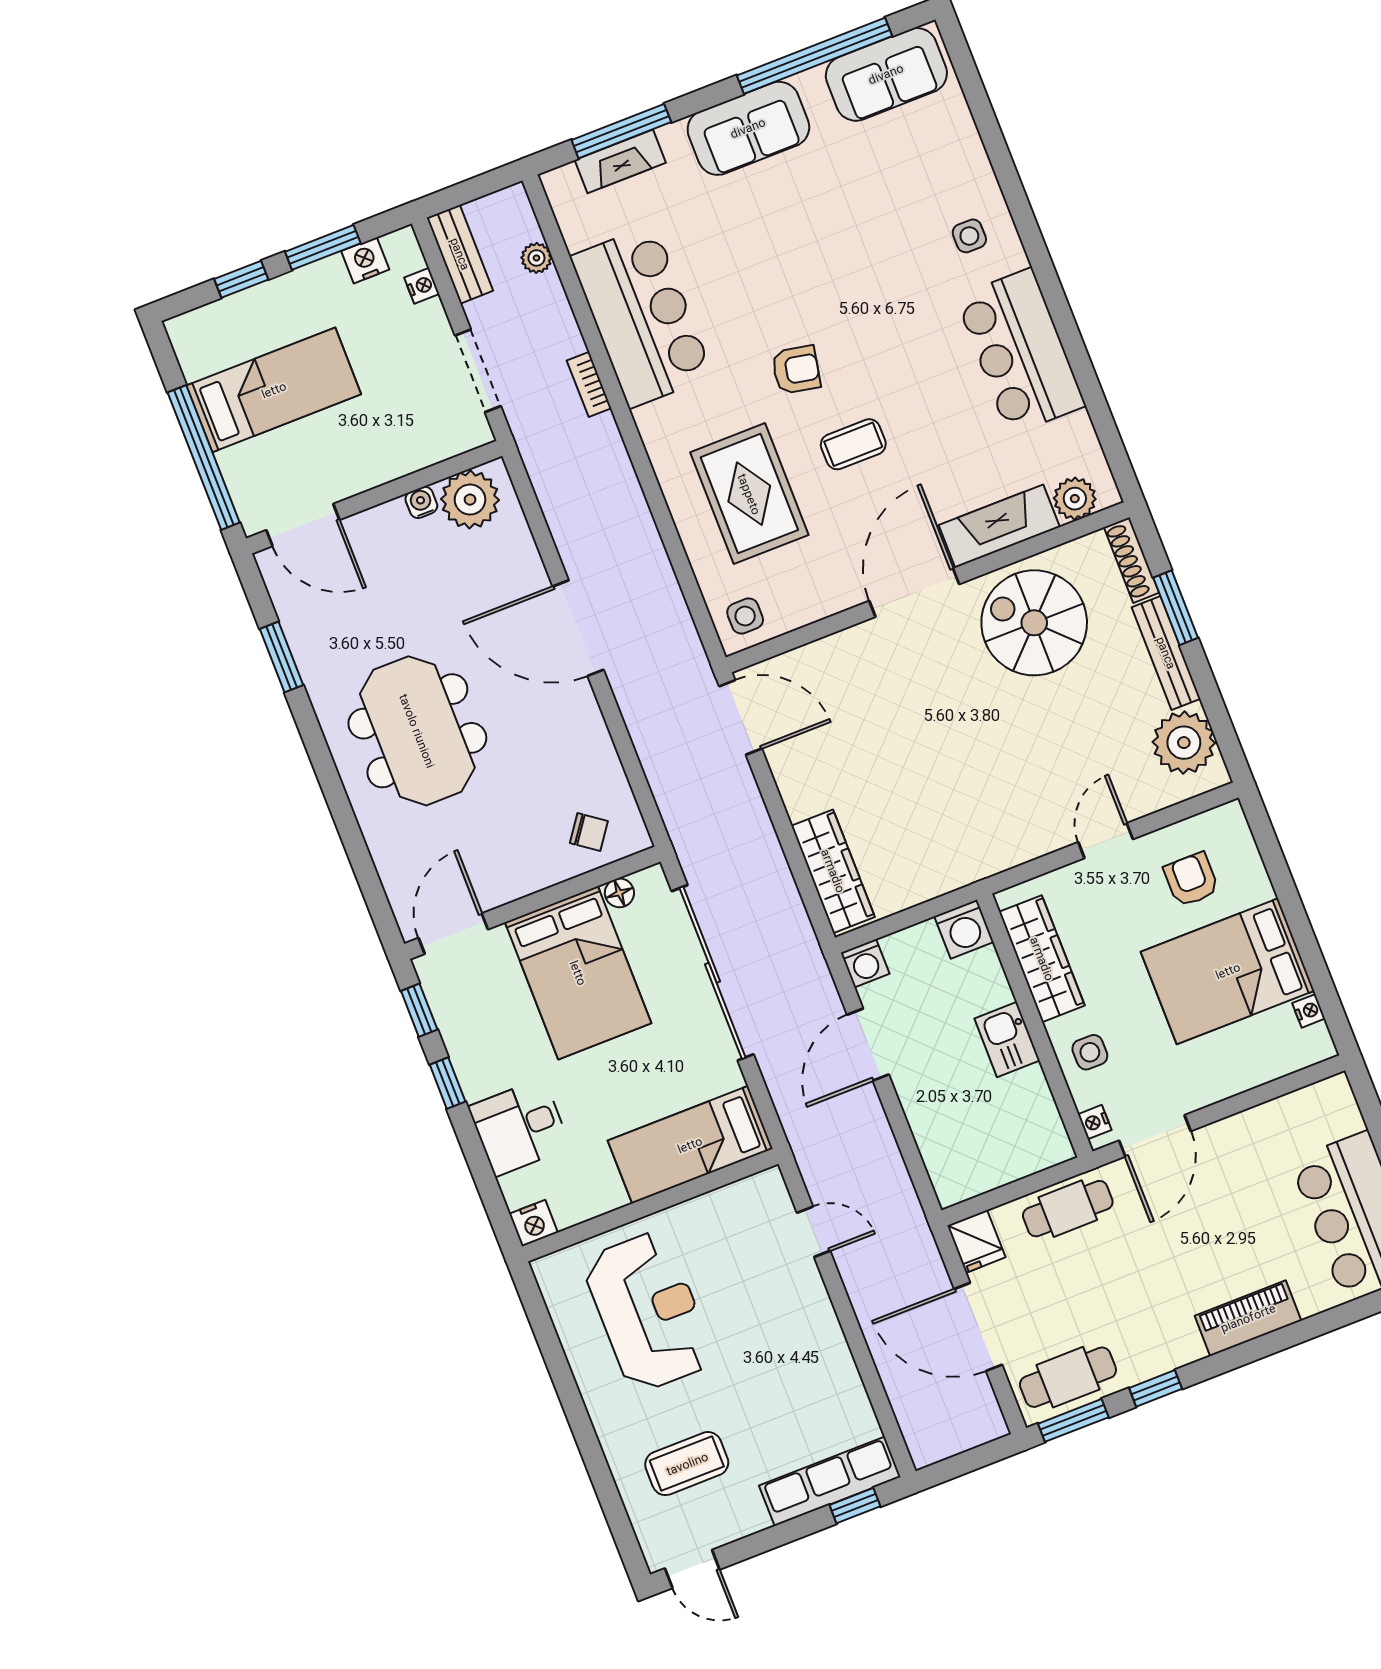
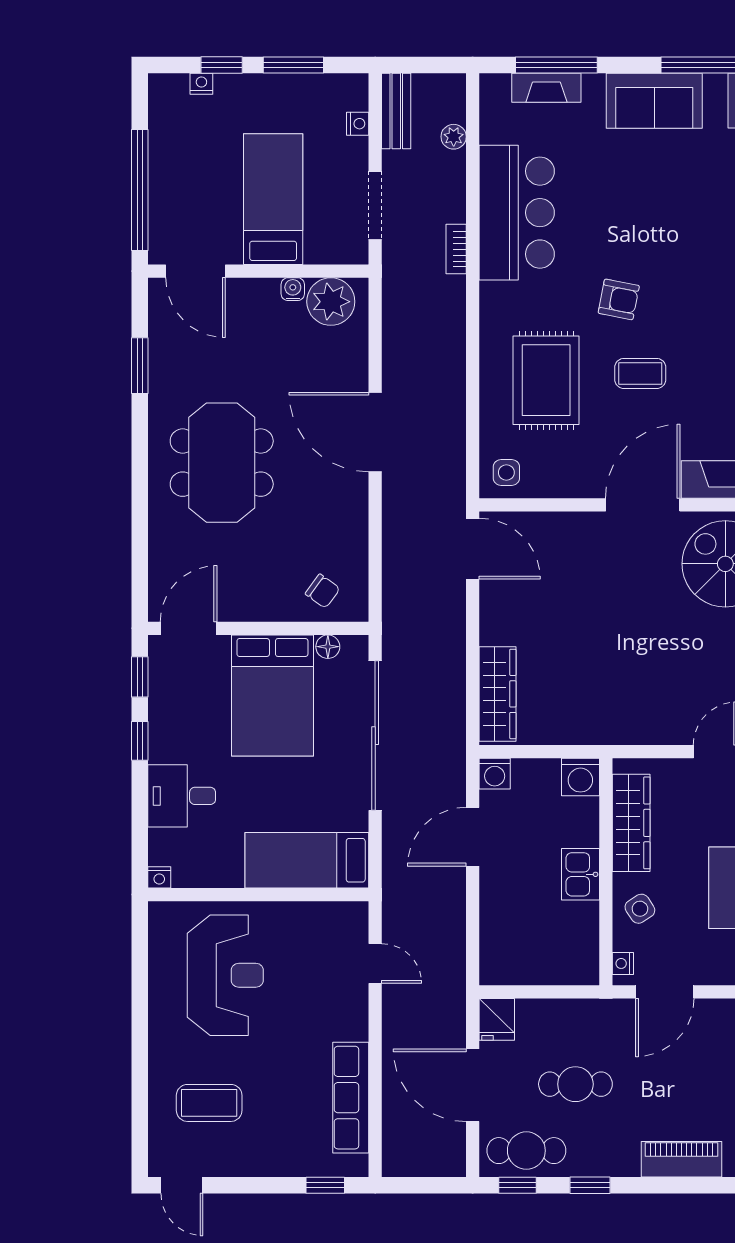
nightstand: (365, 260) -> (201, 84), moved, width x0.72, depth x0.74
bed: (274, 390) -> (273, 199), moved, turned -90
side table: (1090, 1052) -> (640, 909), turned -33
cafe table: (1068, 1209) -> (575, 1084), moved
nightstand: (534, 1223) -> (159, 877), width x0.72, depth x0.74
window: (1073, 1420) -> (517, 1185), width x0.67
row of seats: (830, 1481) -> (351, 1098), moved, turned -90

